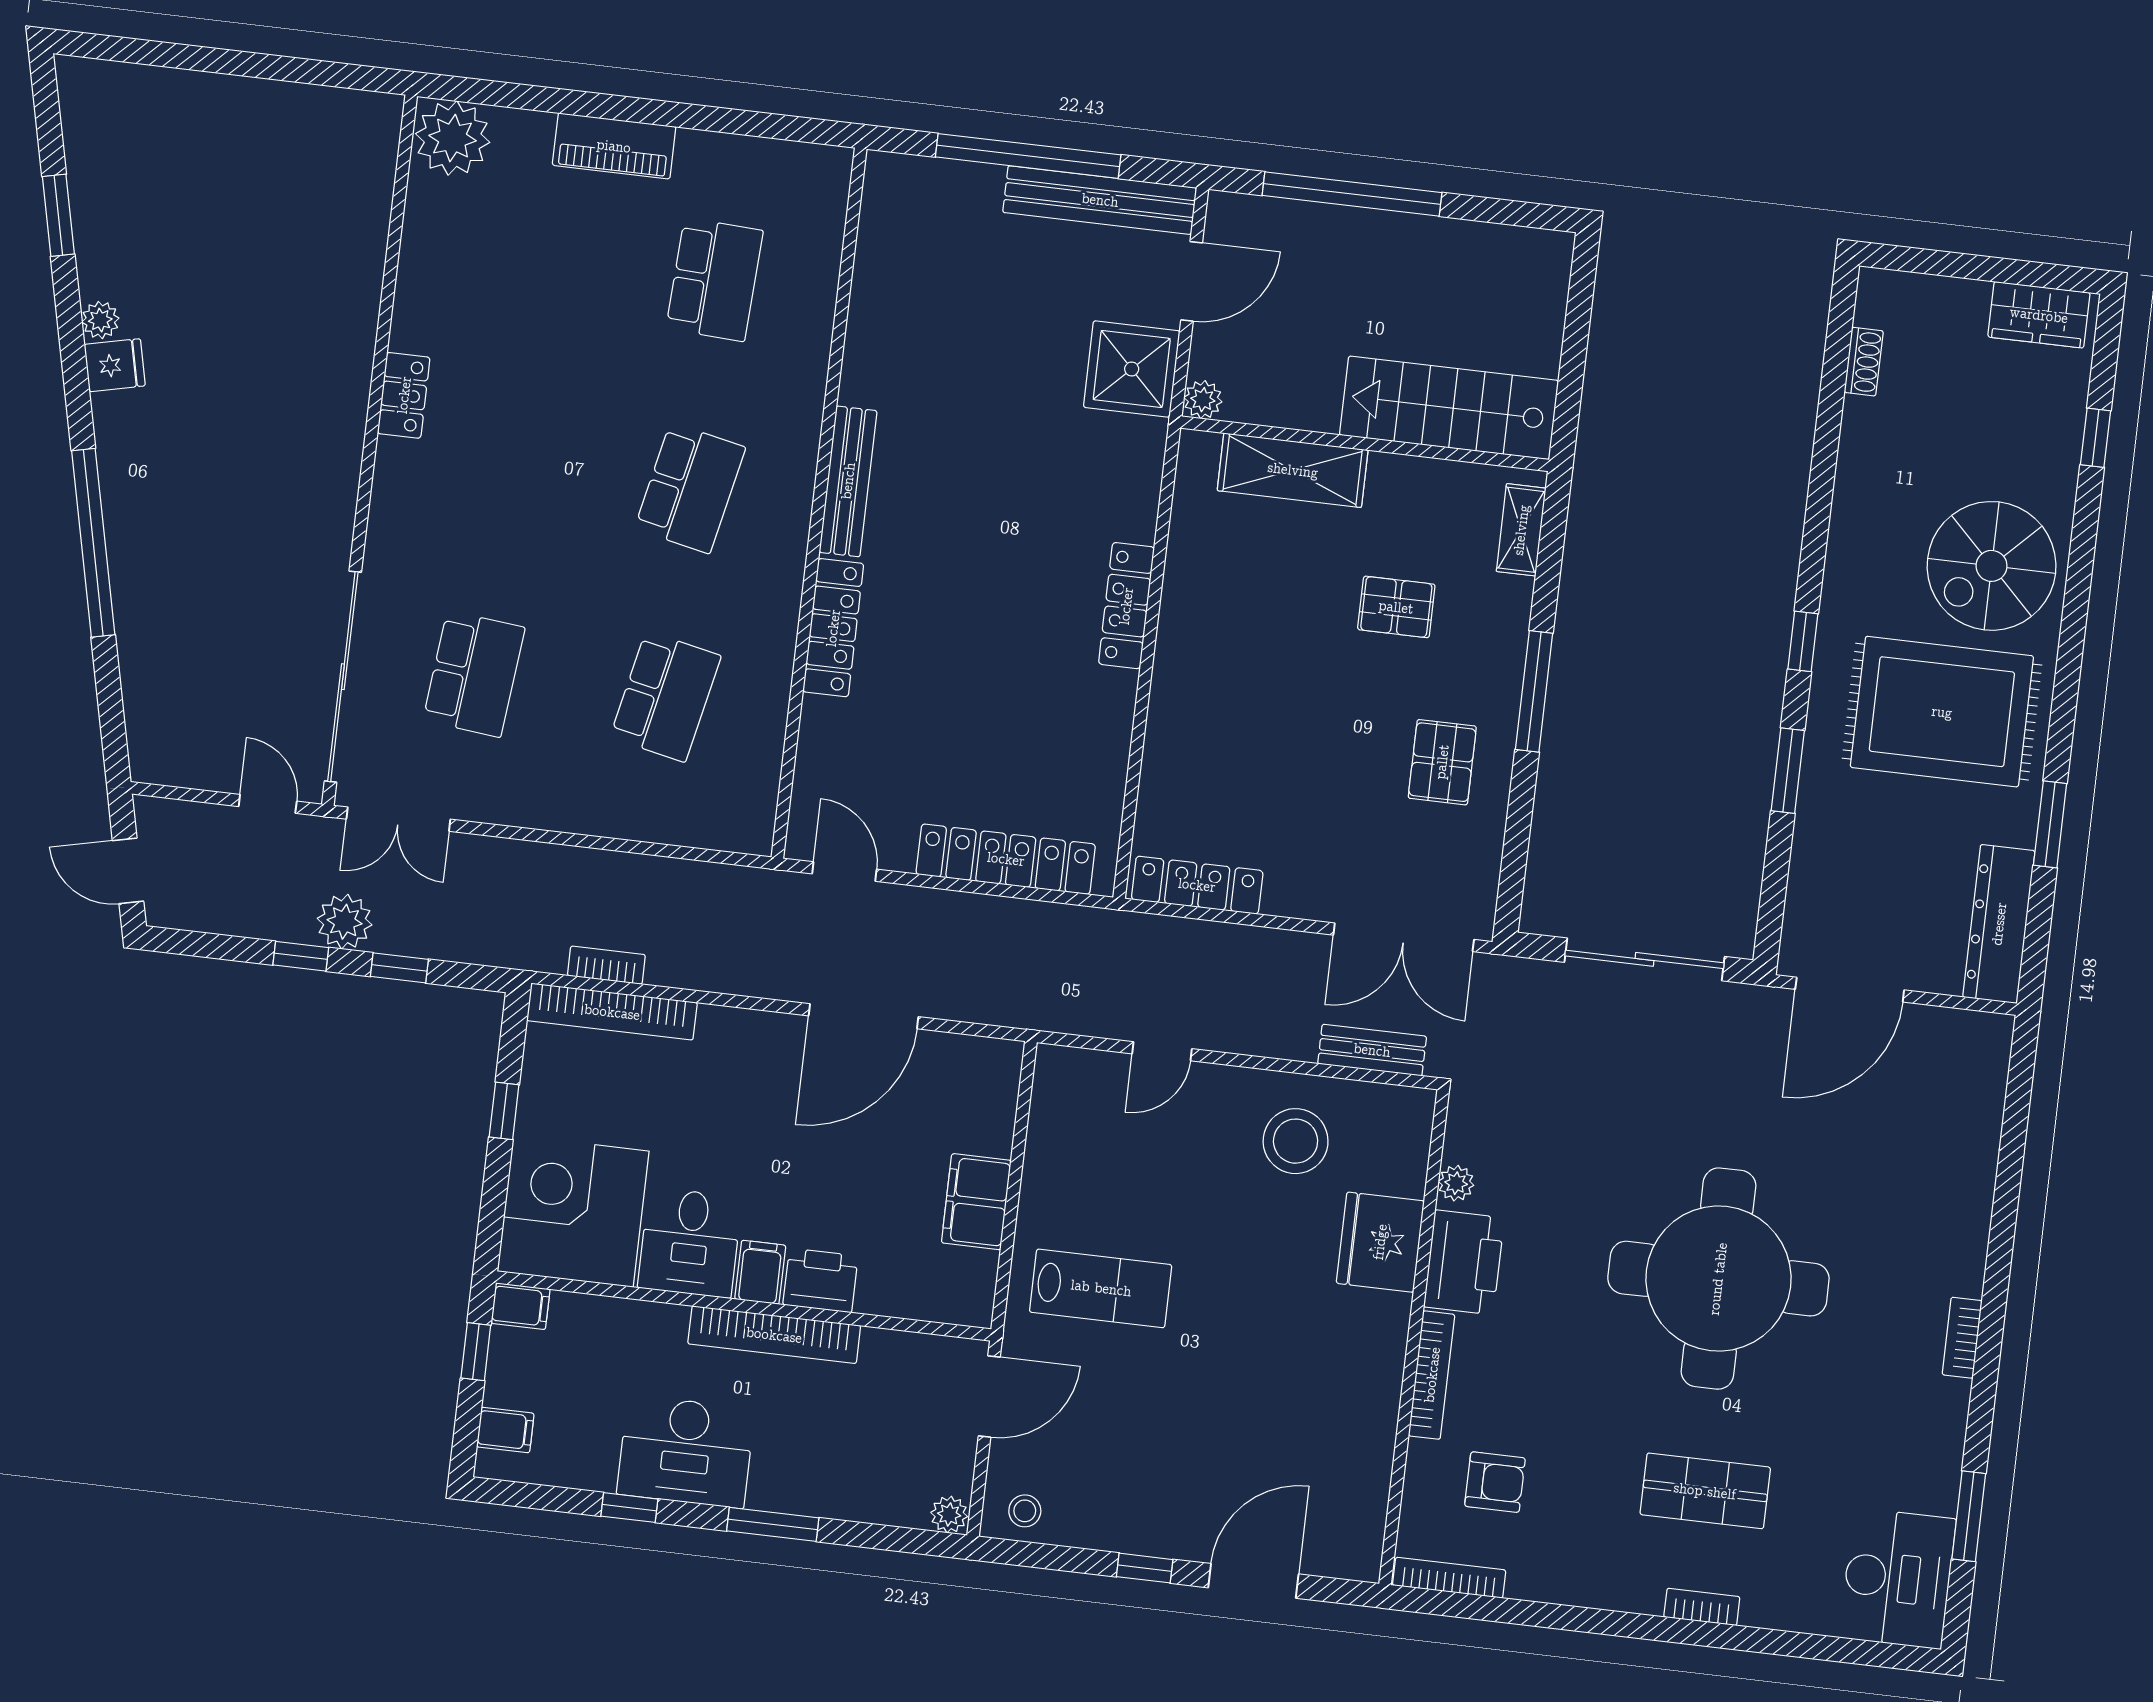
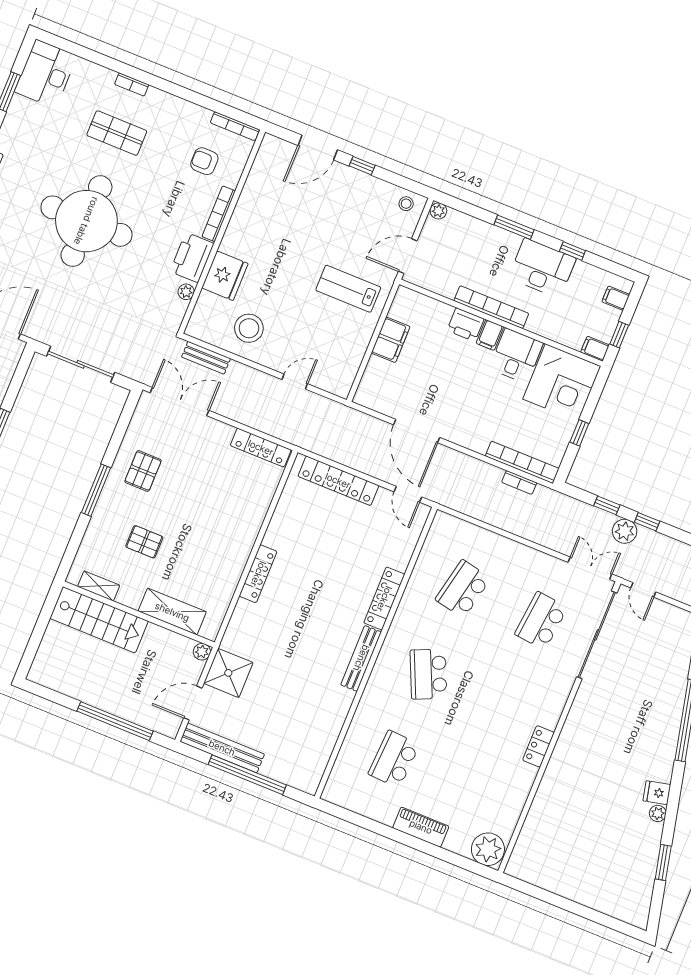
school desk: (690, 488) -> (428, 674), turned -36
shelving: (1521, 530) -> (99, 586), moved, turned 90
door: (863, 1016) -> (417, 431), swing flipped

